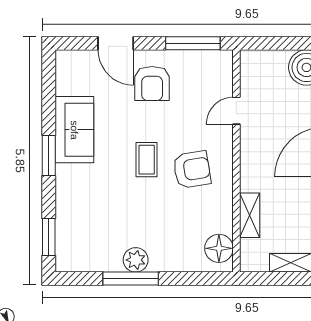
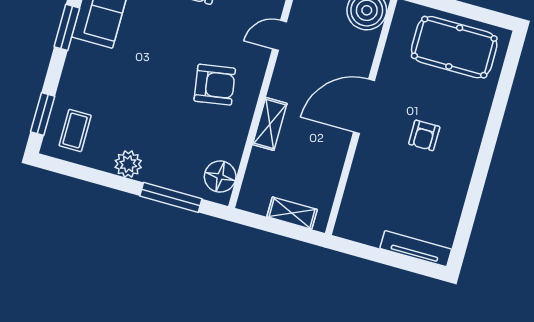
coffee table: (147, 160) -> (75, 130), moved
shelving: (250, 215) -> (270, 124), moved
window: (131, 279) -> (171, 197), moved

